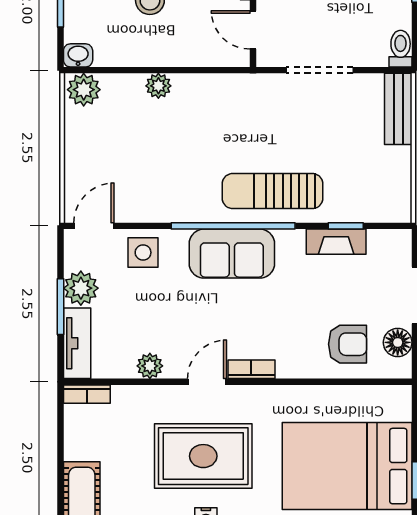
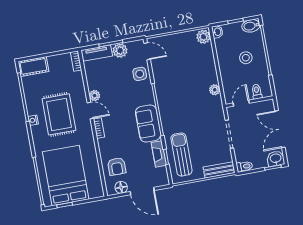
plant: (158, 86) -> (215, 90), moved
sun lounger: (272, 191) -> (181, 154), moved
sofa: (232, 254) -> (148, 124), moved
plant: (150, 366) -> (95, 96), moved

